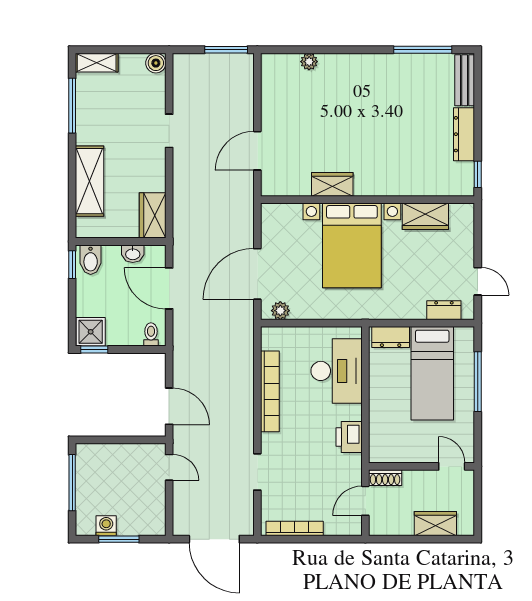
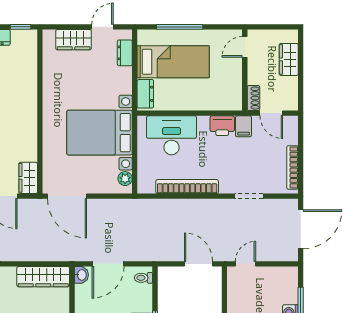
wardrobe: (332, 184) -> (28, 178), moved
wardrobe: (153, 215) -> (43, 277), width x1.50
wardrobe: (425, 216) -> (74, 40), moved, turned 90
bed with nightstands: (352, 245) -> (100, 133), moved, turned 180
washbasin: (133, 254) -> (81, 275), moved
door: (257, 274) -> (67, 196), moved
door: (169, 406) -> (199, 264), hinge flipped
filing cabinet: (348, 465) -> (244, 126), added

